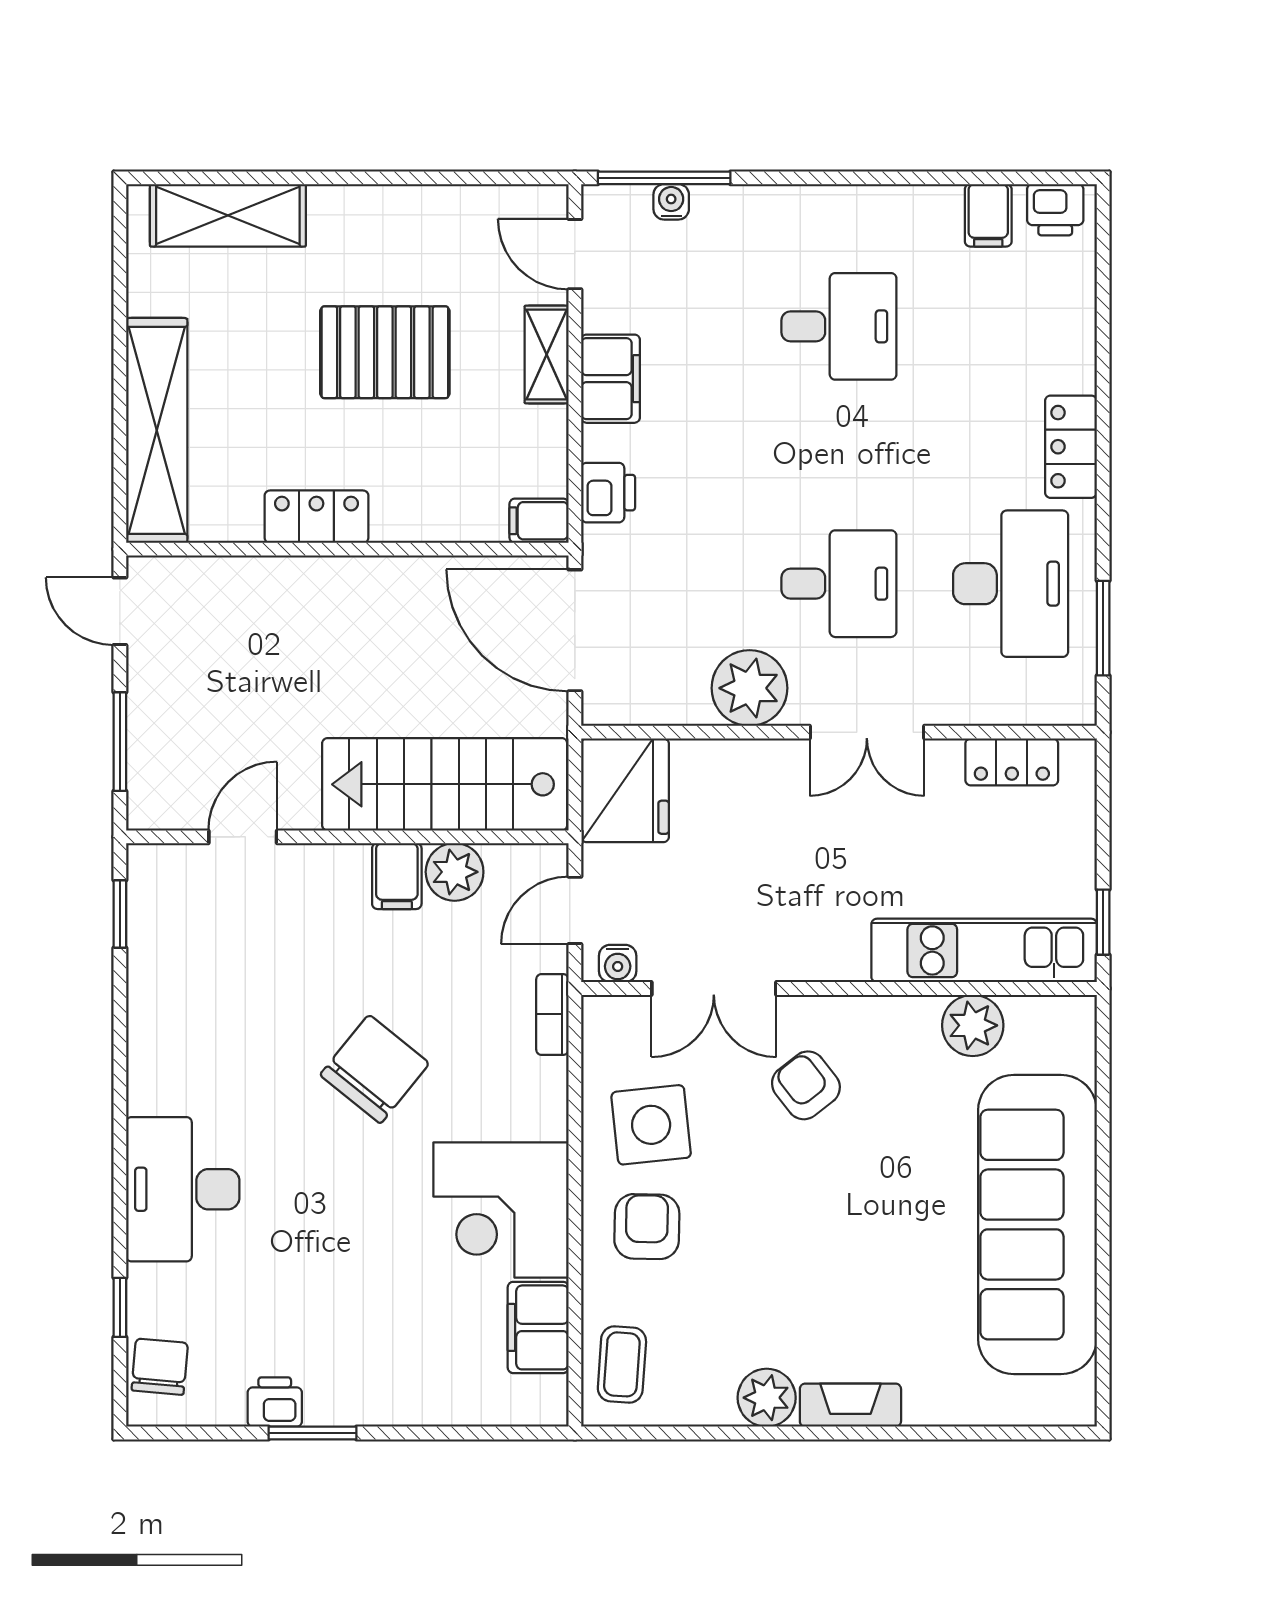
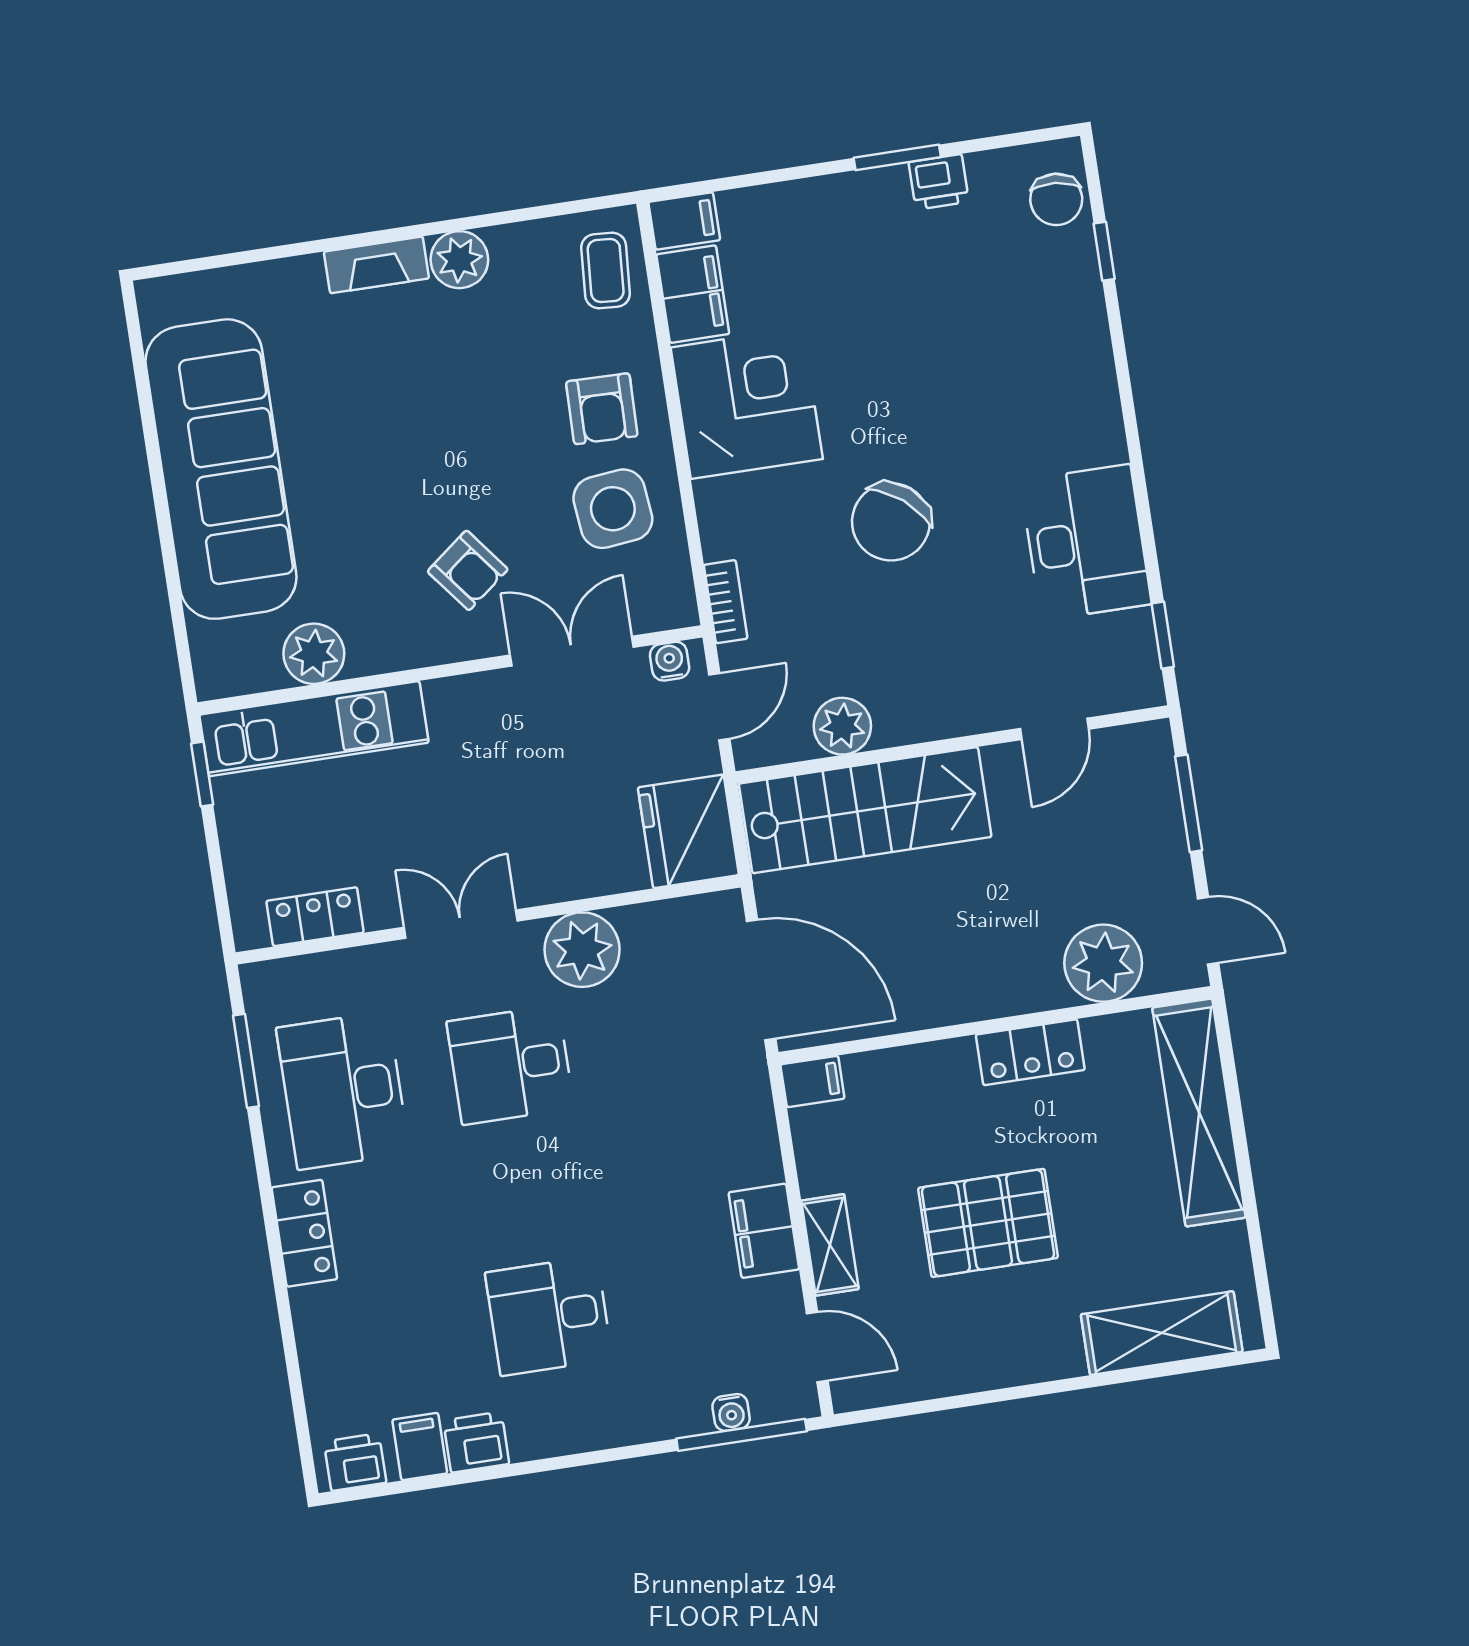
printer: (608, 493) -> (476, 1442), moved, turned 90
plant: (230, 595) -> (1103, 963), added
filing cabinet: (397, 876) -> (684, 221), moved, turned 90
desk: (183, 1189) -> (1086, 542), moved

